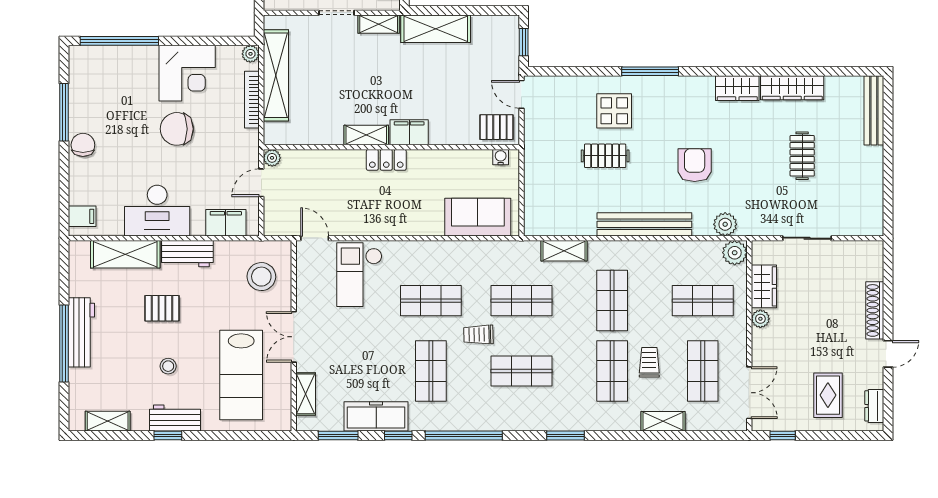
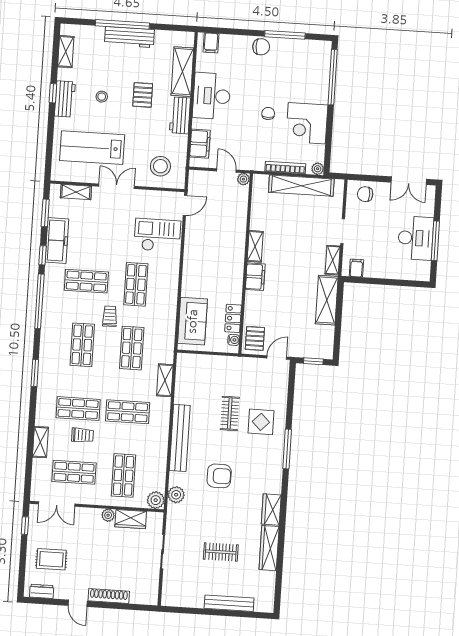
bench: (874, 110) -> (229, 603), moved
chair: (177, 129) -> (268, 113), width x0.54, depth x0.54
locker: (386, 160) -> (233, 318), moved

